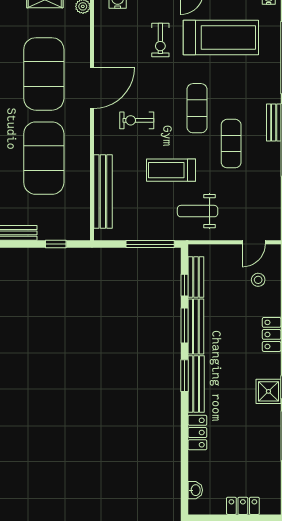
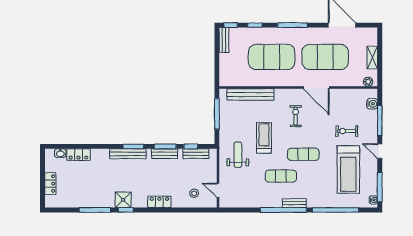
window: (56, 244) -> (217, 65), removed
window: (150, 244) -> (217, 114), moved
bench: (196, 326) -> (164, 154), width x0.73
locker: (197, 433) -> (78, 155), moved

